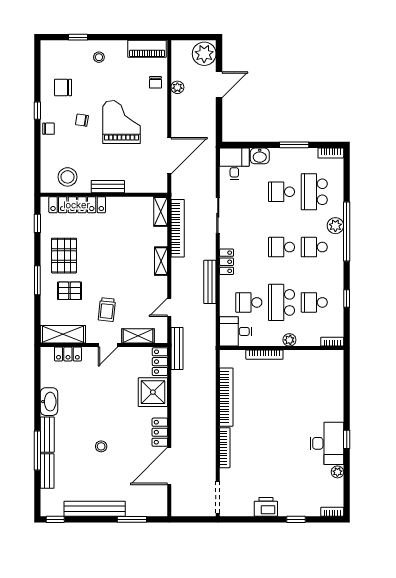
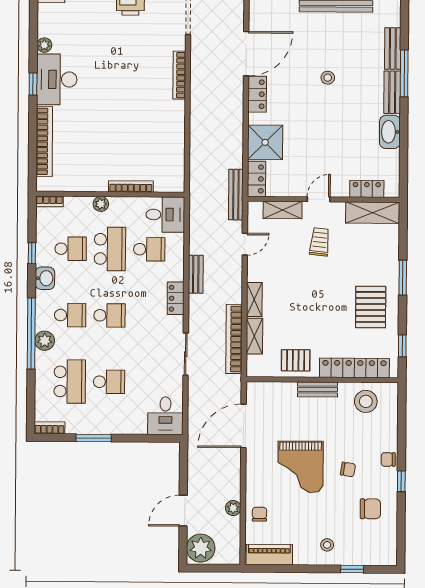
washbasin: (260, 156) -> (45, 278), moved, turned 90
shelving: (161, 212) -> (254, 336), moved
bench: (210, 282) -> (196, 274), width x0.73
pallet: (69, 291) -> (296, 360), moved
bookcase: (226, 397) -> (44, 141), moved, turned 180

